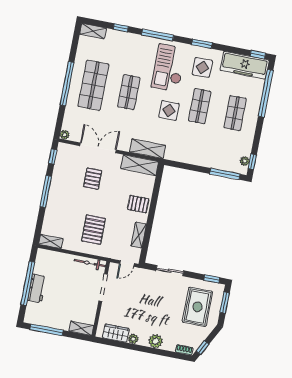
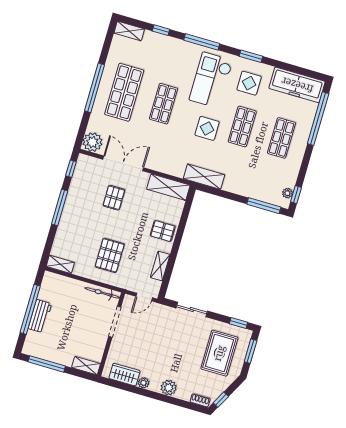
window: (258, 55) -> (313, 74), removed
plant: (65, 135) -> (92, 142), width x1.87, depth x1.87
shelving: (147, 149) -> (204, 177), moved

